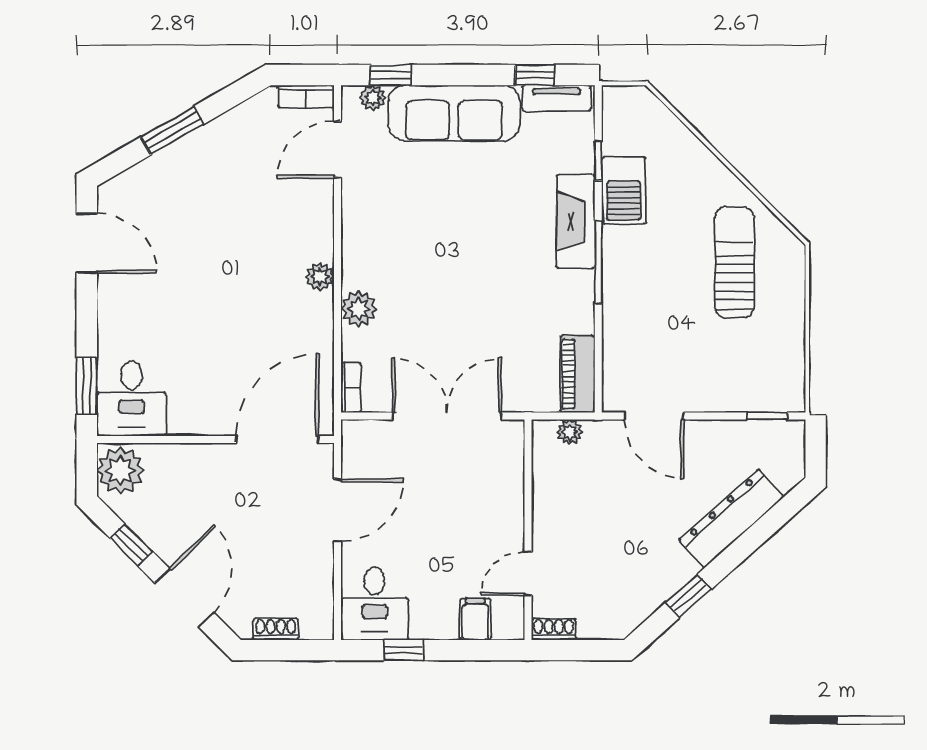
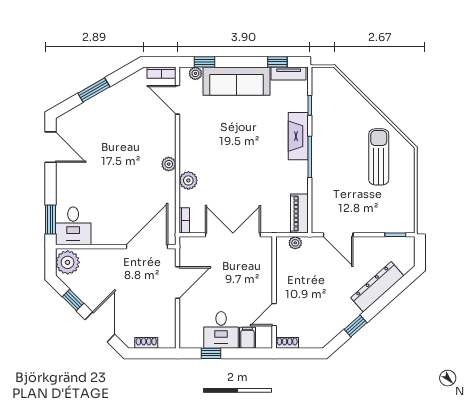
door: (337, 150) -> (178, 100), hinge flipped
barbecue: (624, 190) -> (323, 120), removed
desk: (375, 604) -> (221, 330), moved

